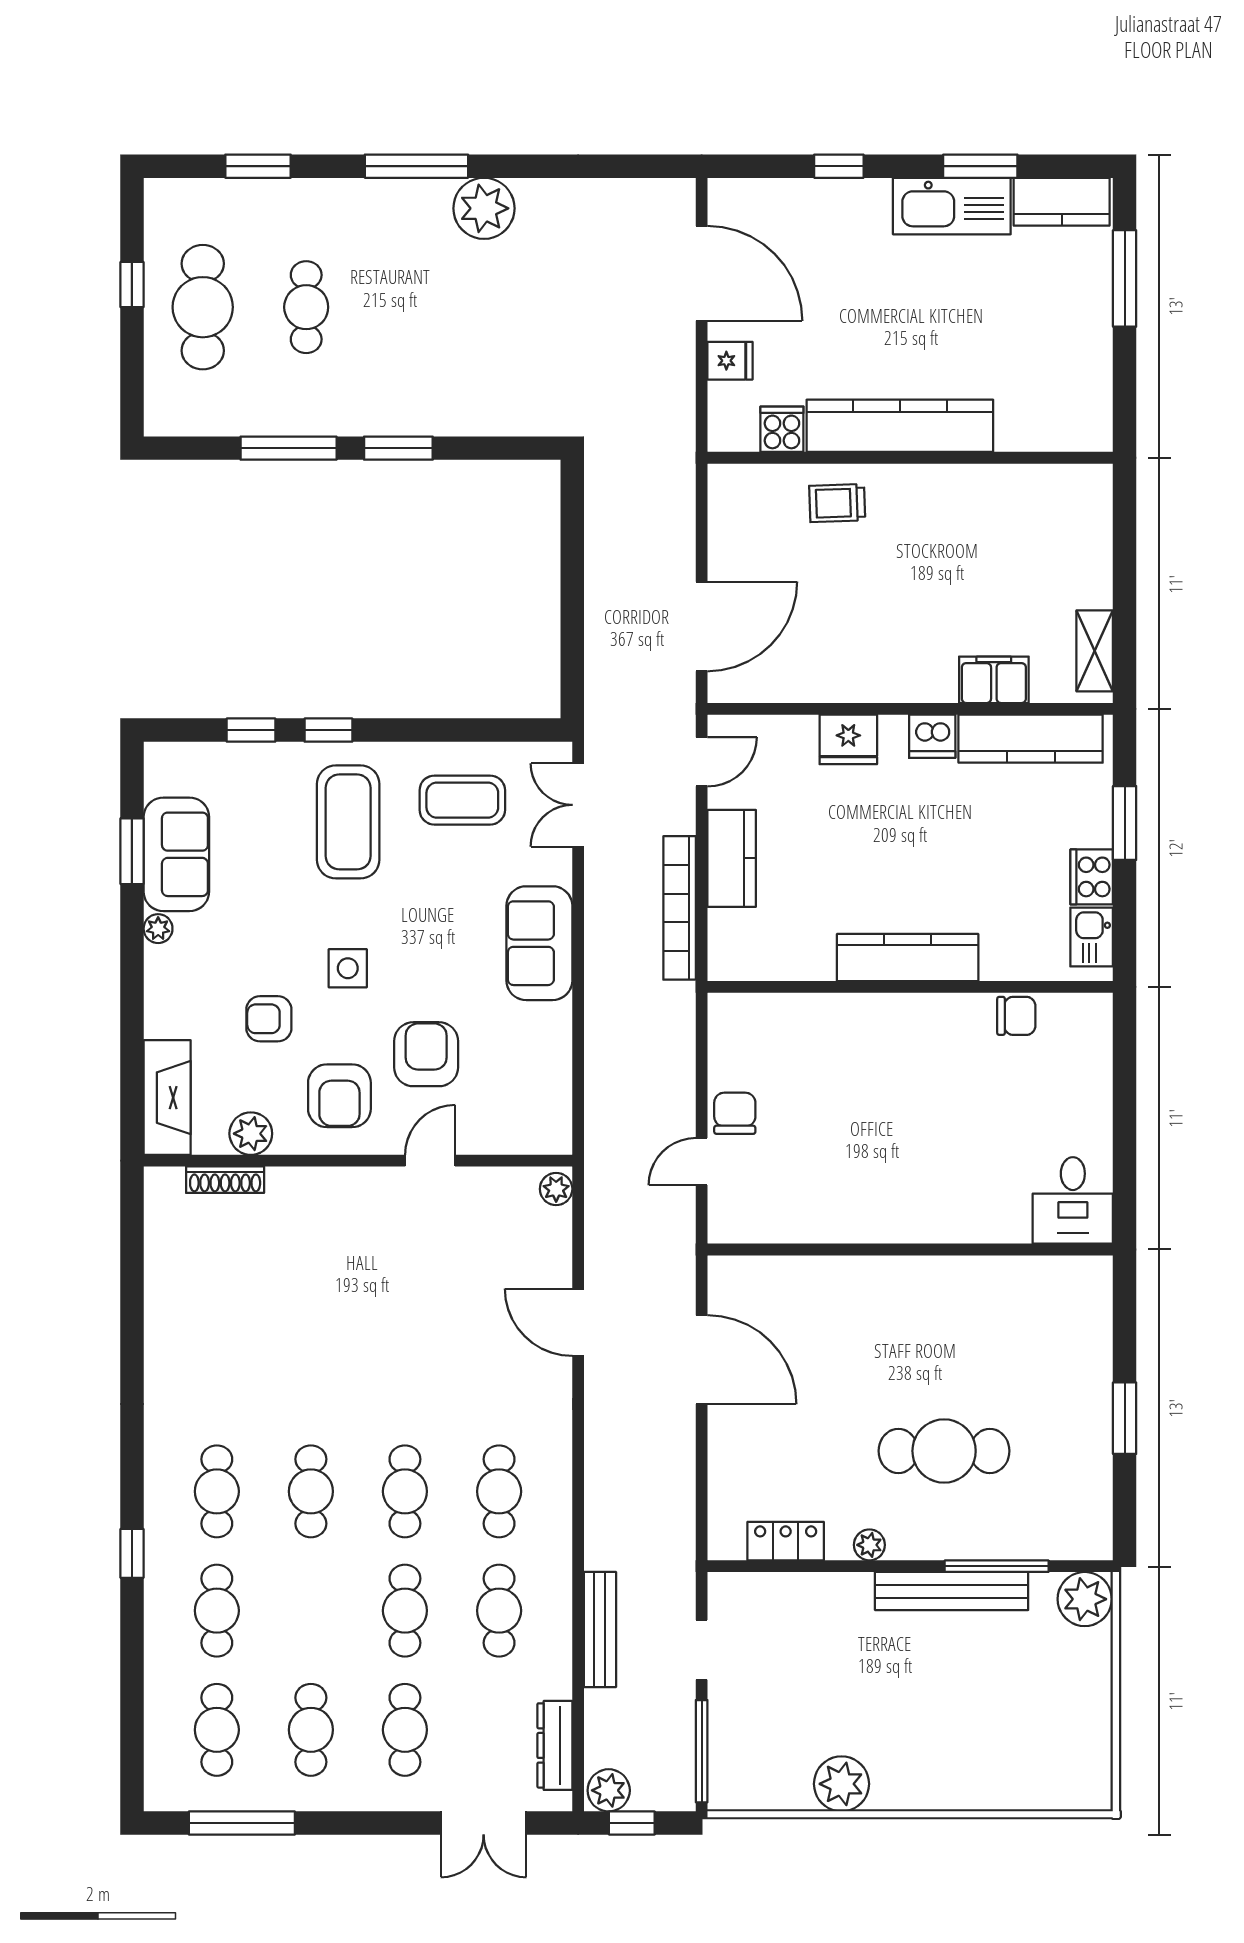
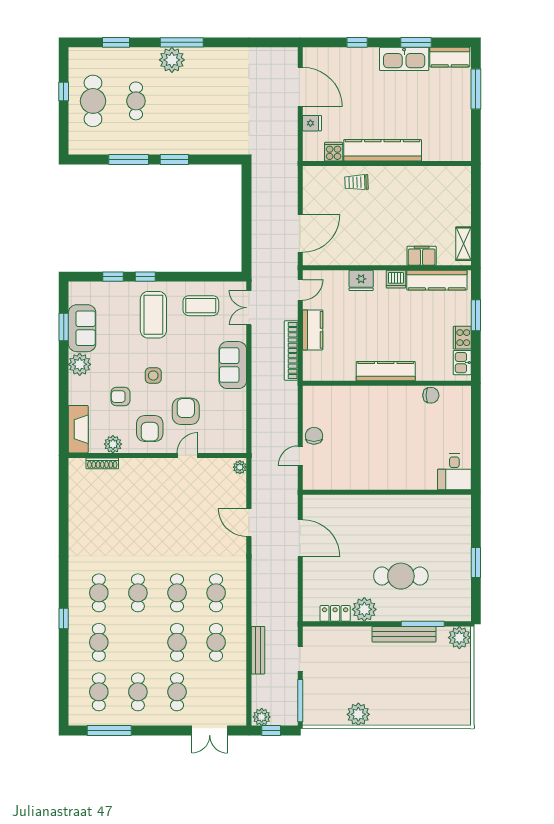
plant: (484, 208) -> (172, 60), moved
plant: (158, 929) -> (80, 364), width x1.87, depth x1.87
plant: (869, 1545) -> (364, 609), width x1.88, depth x1.88
dresser: (555, 1745) -> (239, 698), removed

